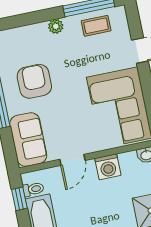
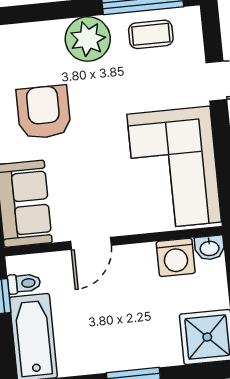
plant: (56, 26) -> (88, 39), width x1.88, depth x1.88
washing machine: (108, 167) -> (176, 257), moved

